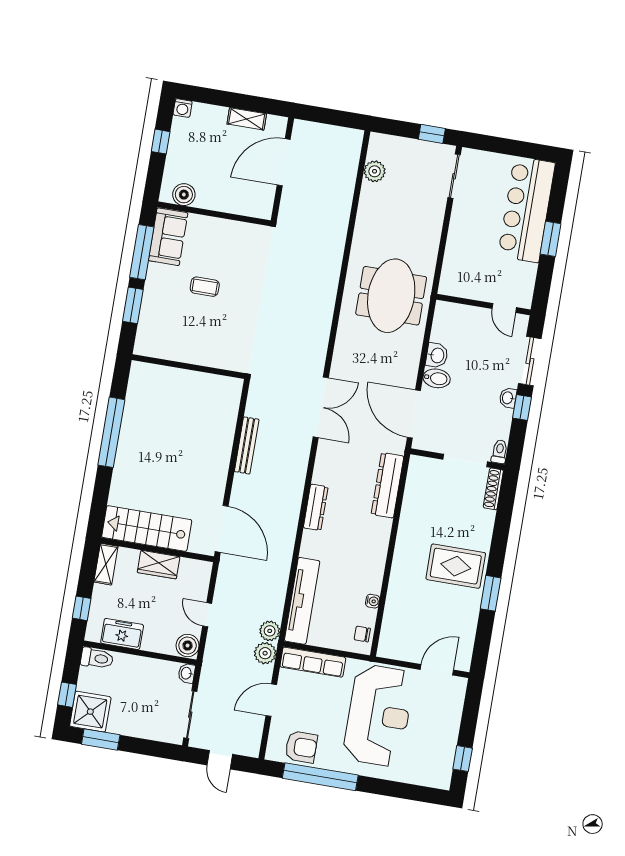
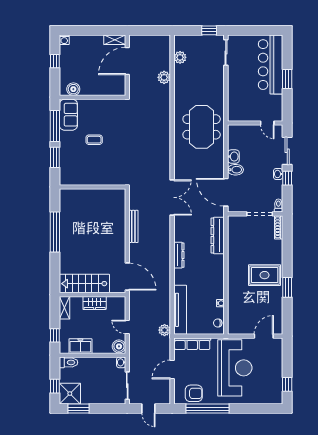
shelving: (247, 119) -> (115, 40), moved
plant: (265, 653) -> (164, 77), moved

